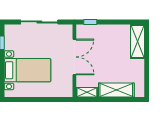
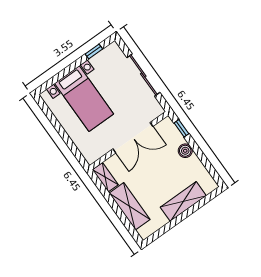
boiler: (106, 30) -> (185, 151), added
shelving: (137, 41) -> (183, 201), moved

